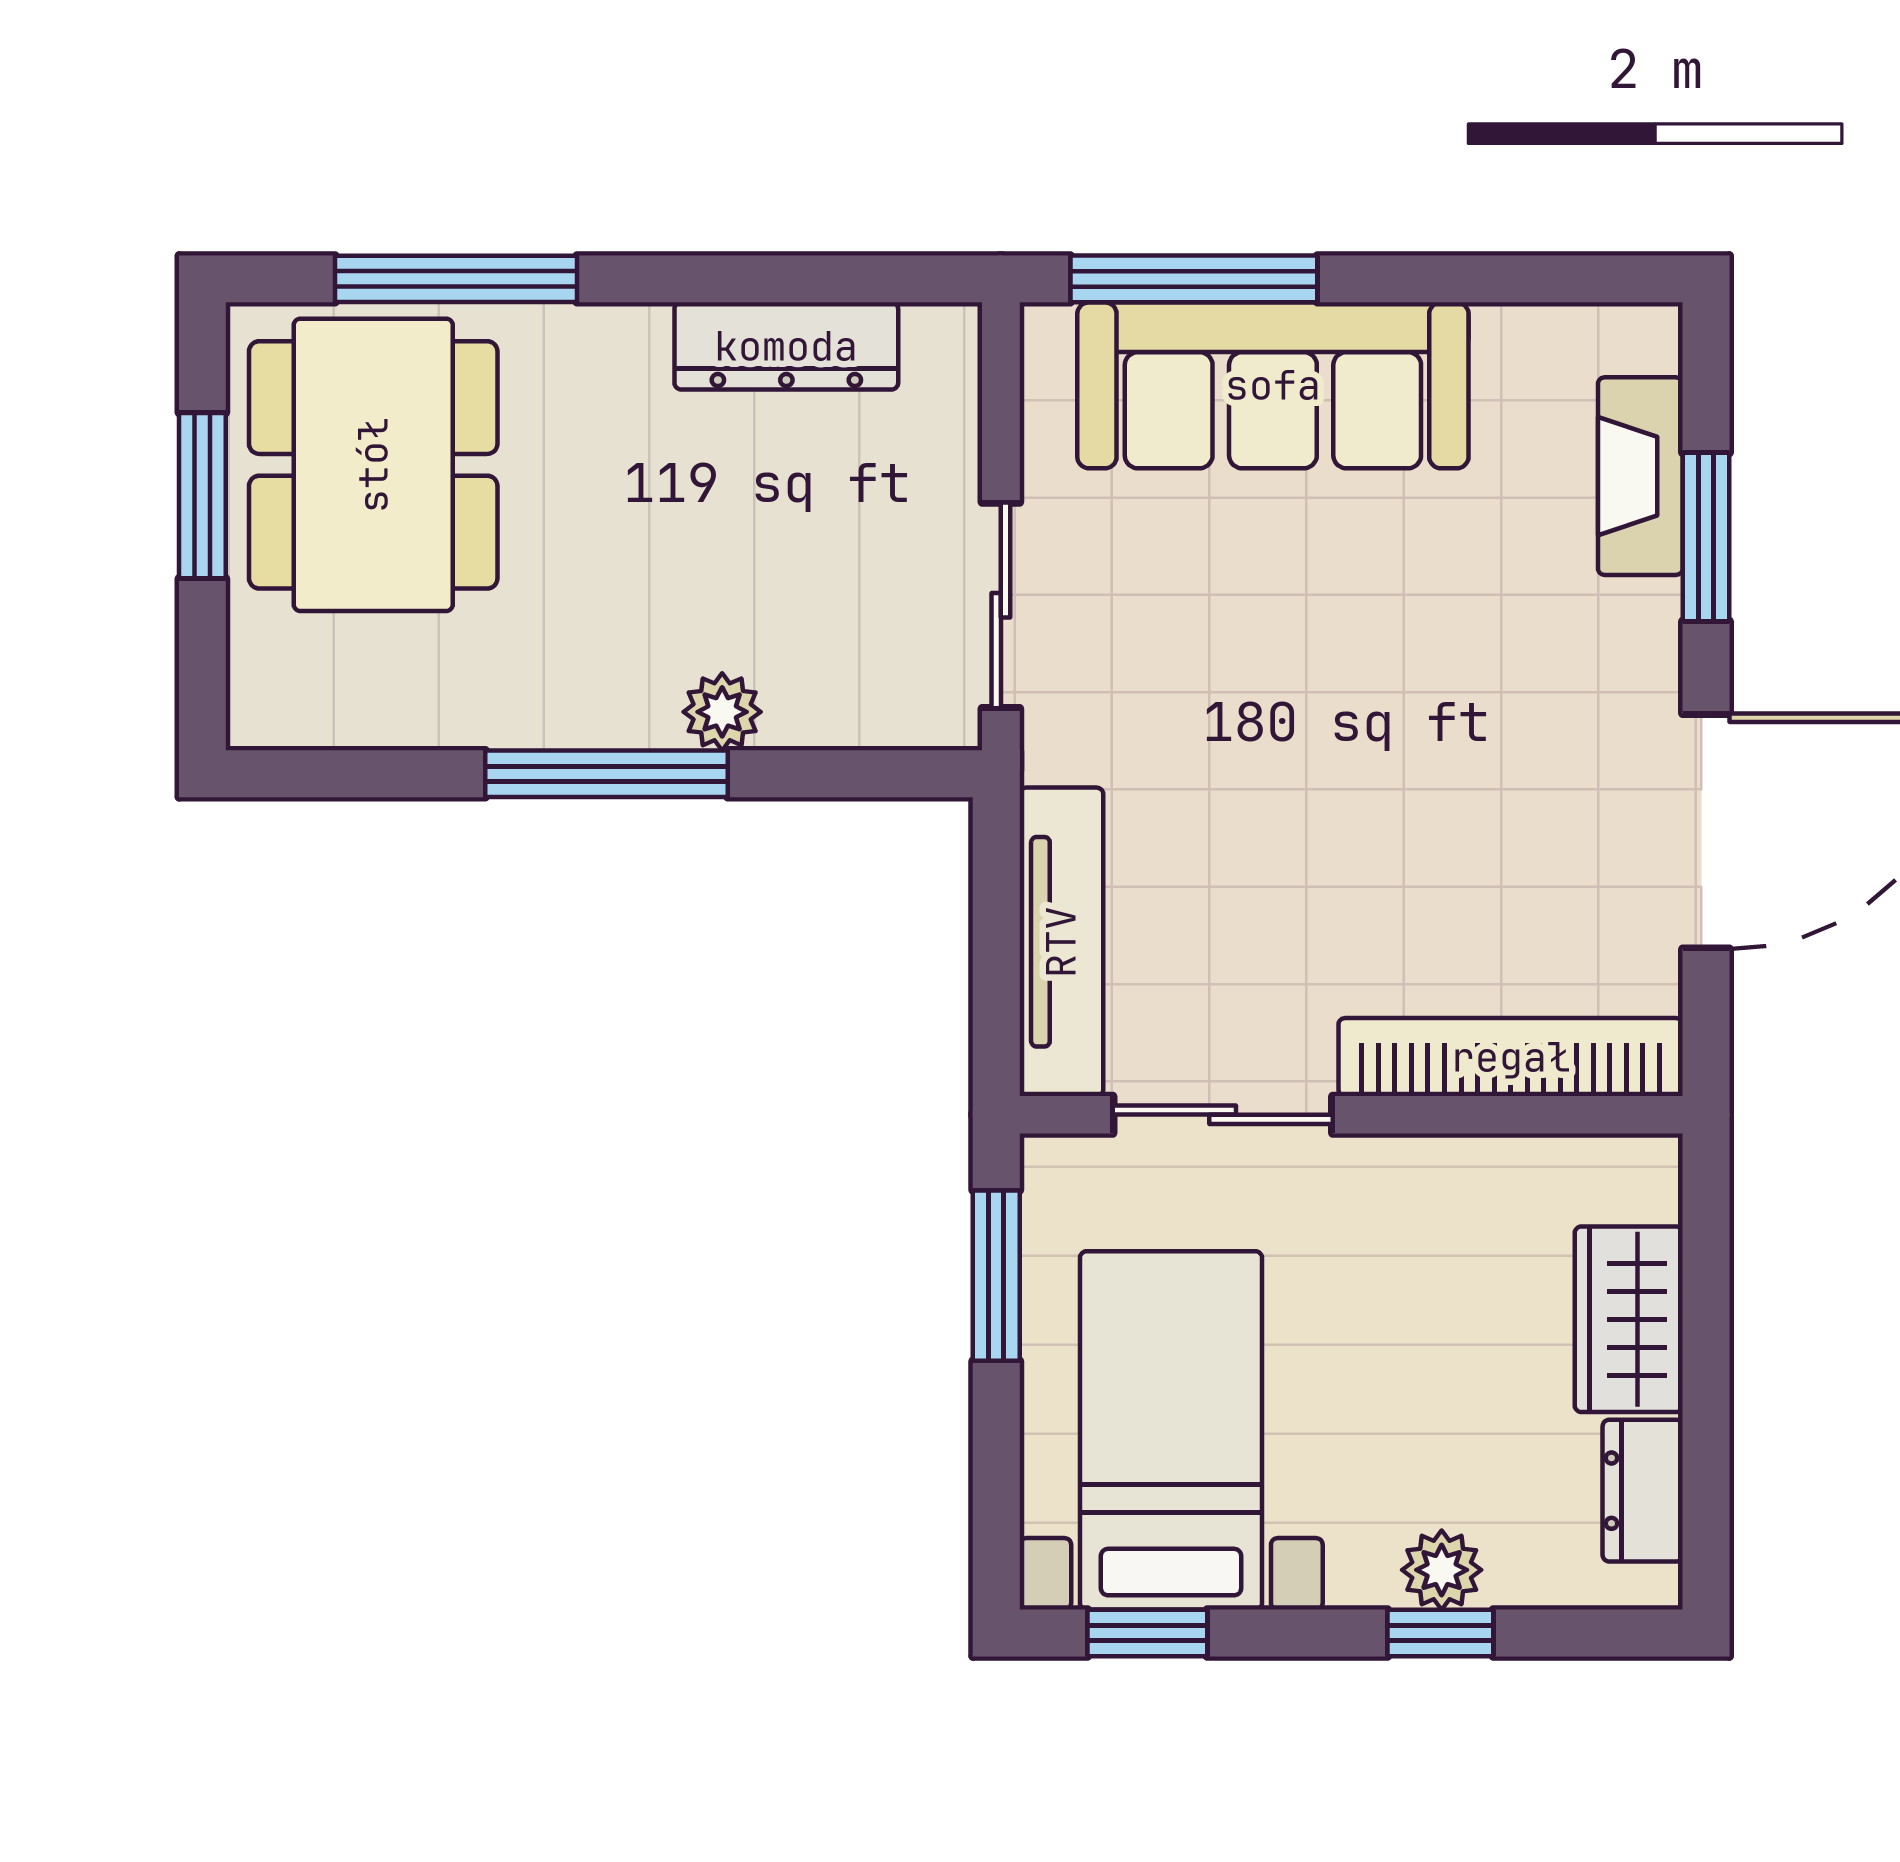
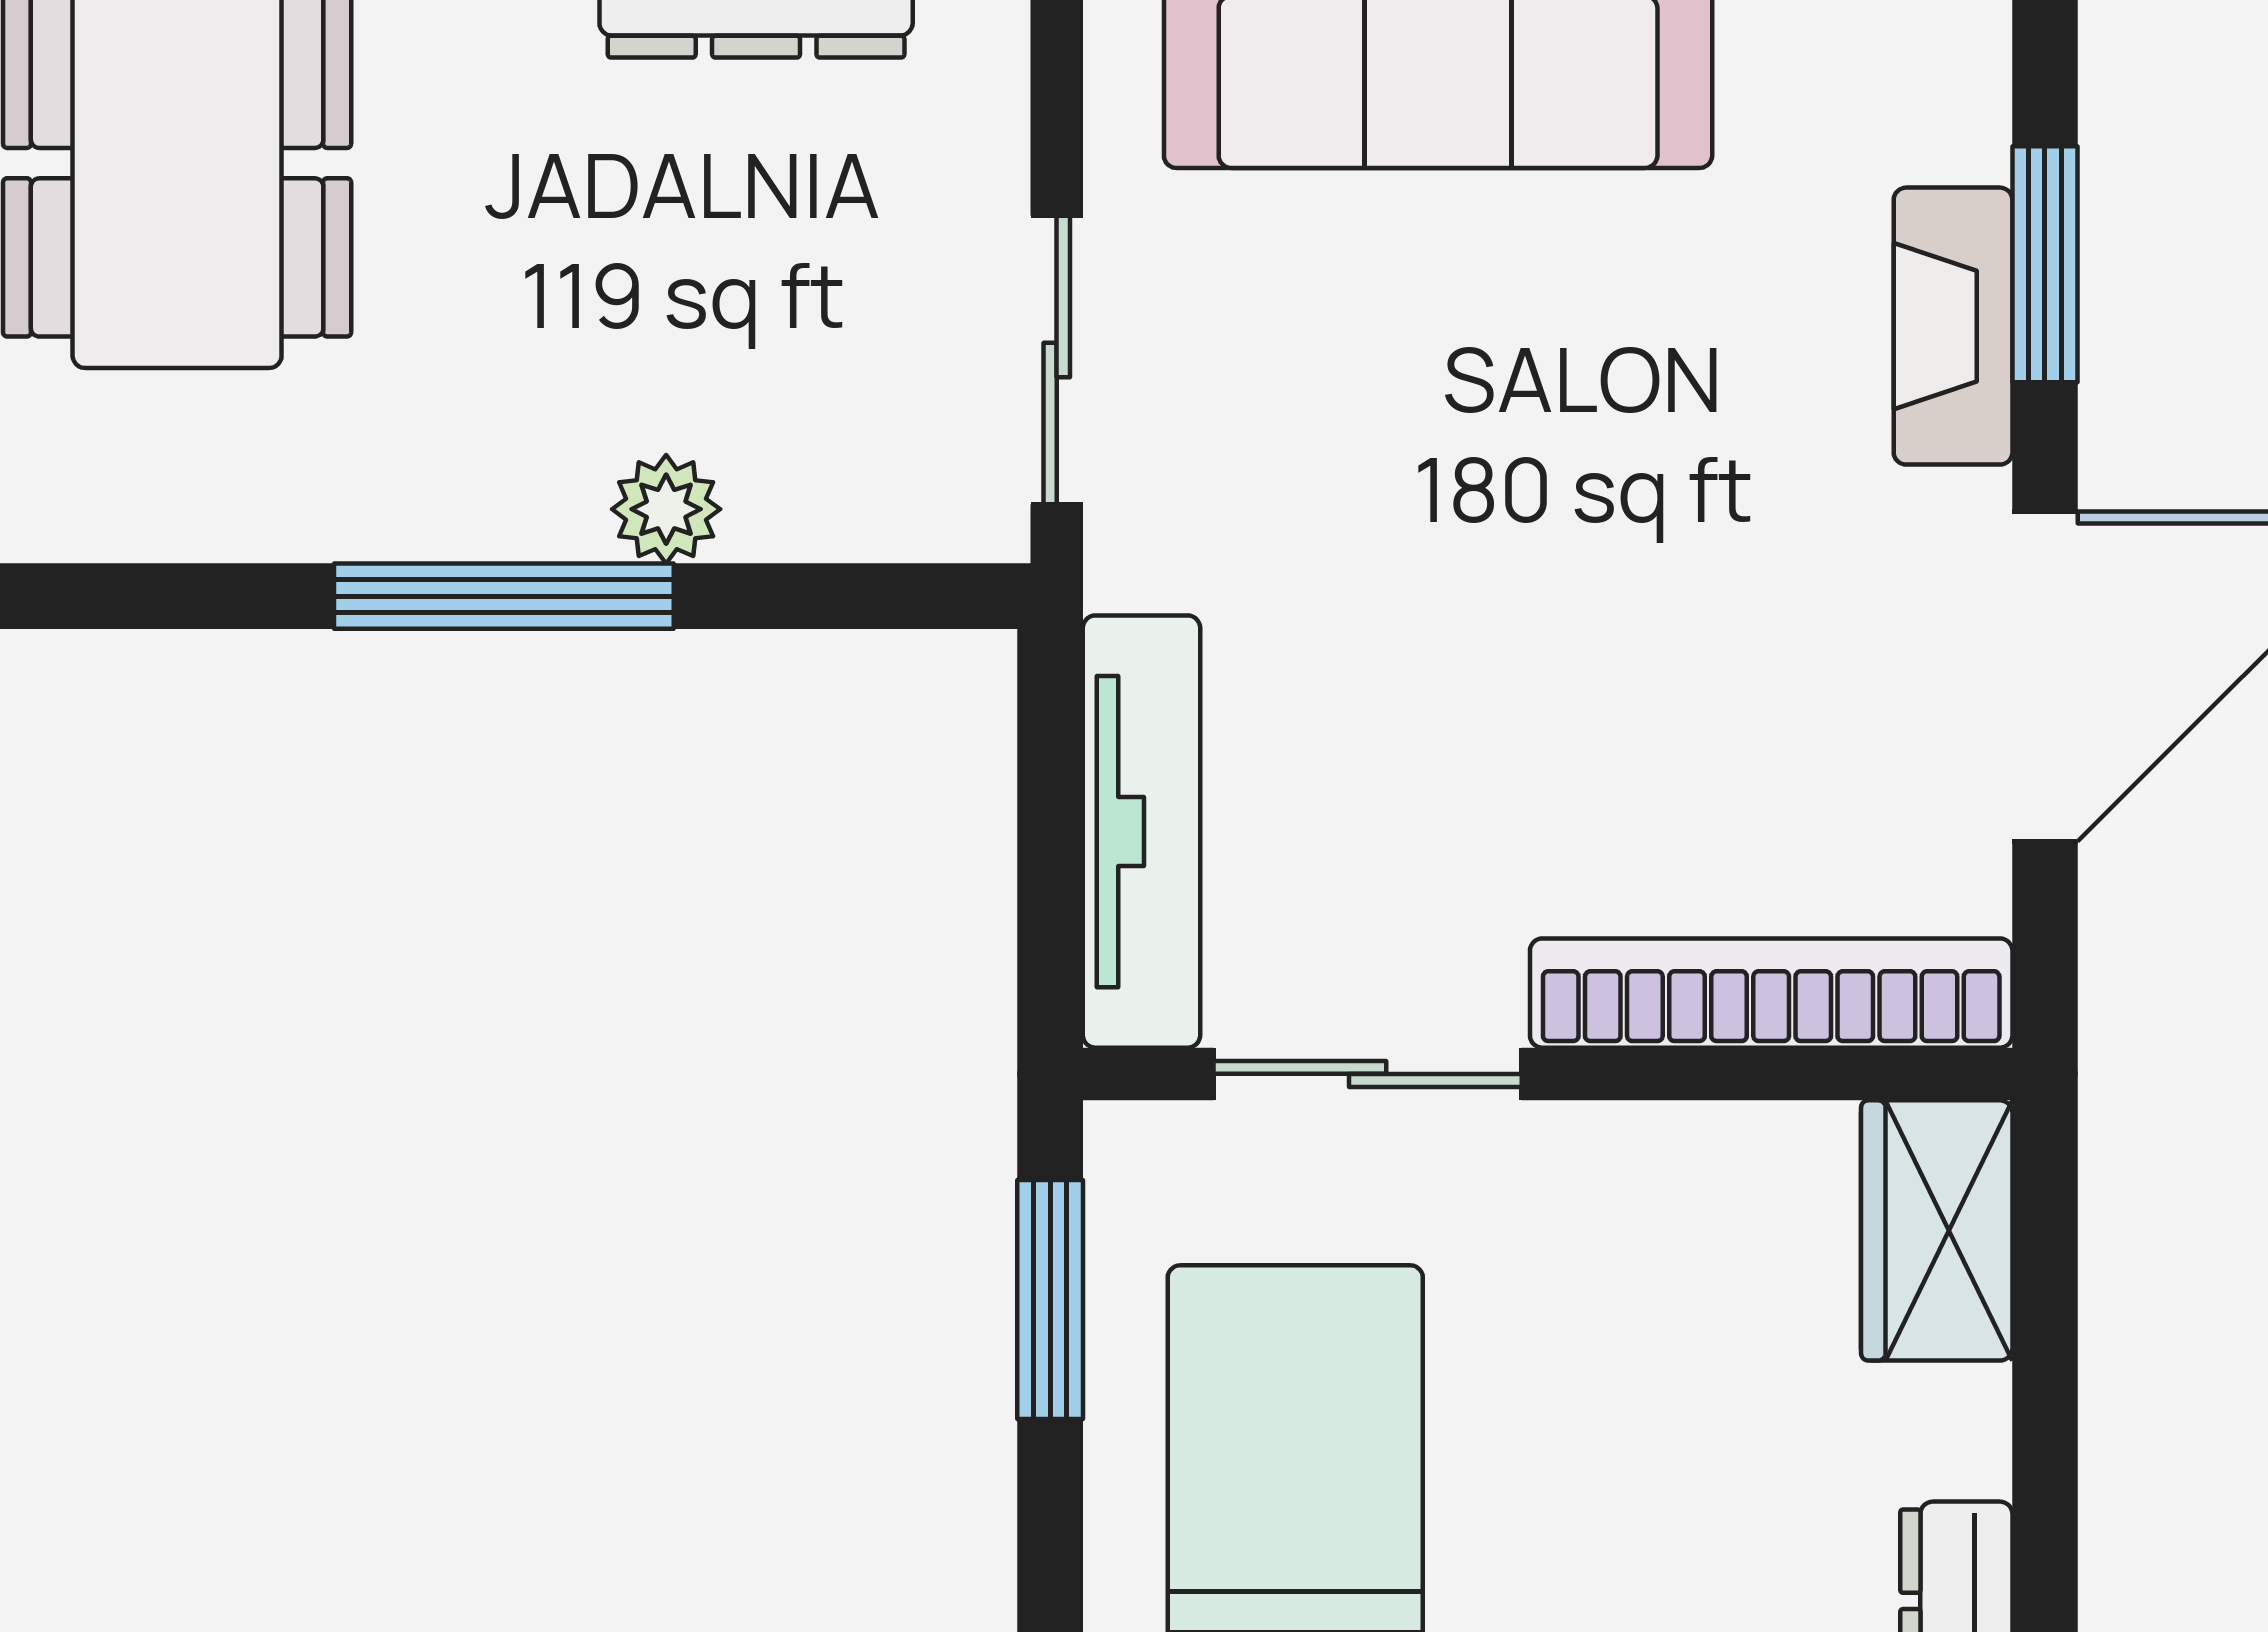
fireplace: (1640, 476) -> (1953, 326), moved
wardrobe: (1629, 1319) -> (1937, 1230), moved

